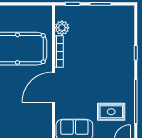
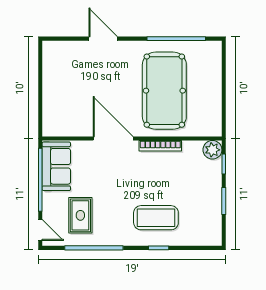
plant: (62, 28) -> (212, 150), moved
coffee table: (113, 55) -> (156, 218), added

